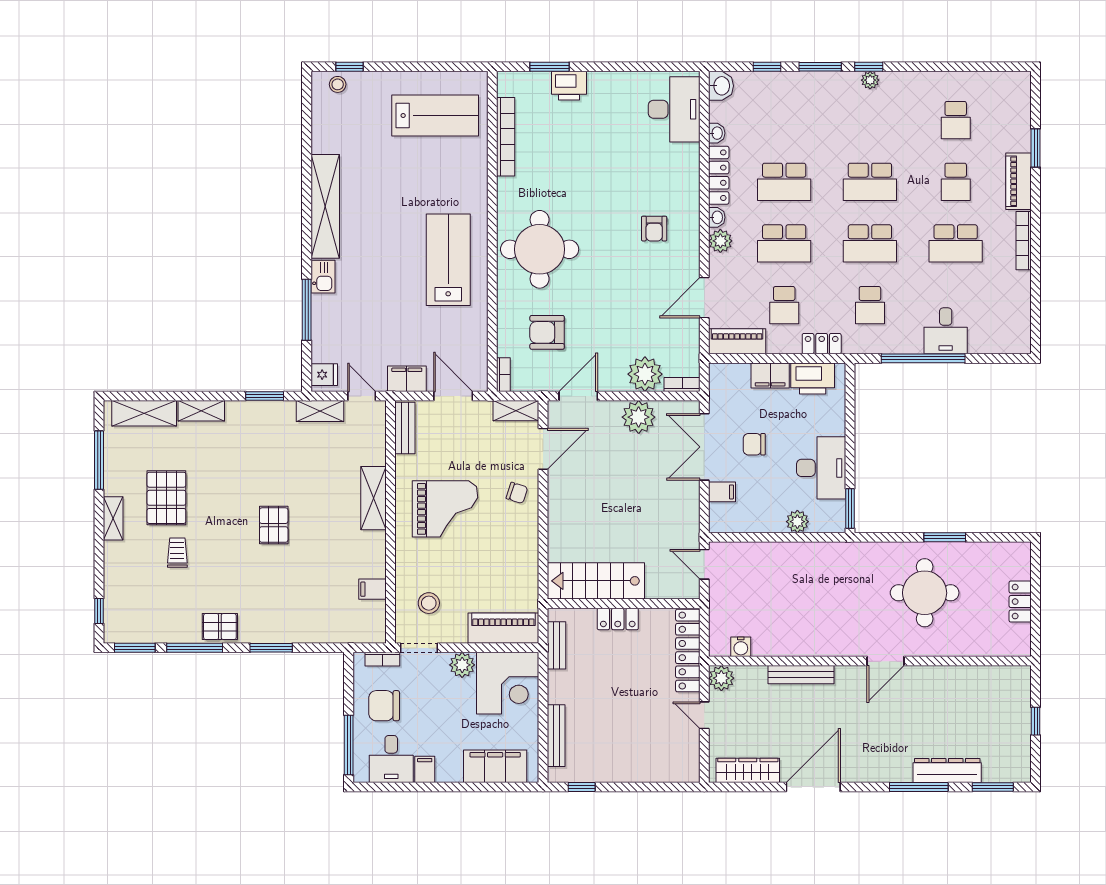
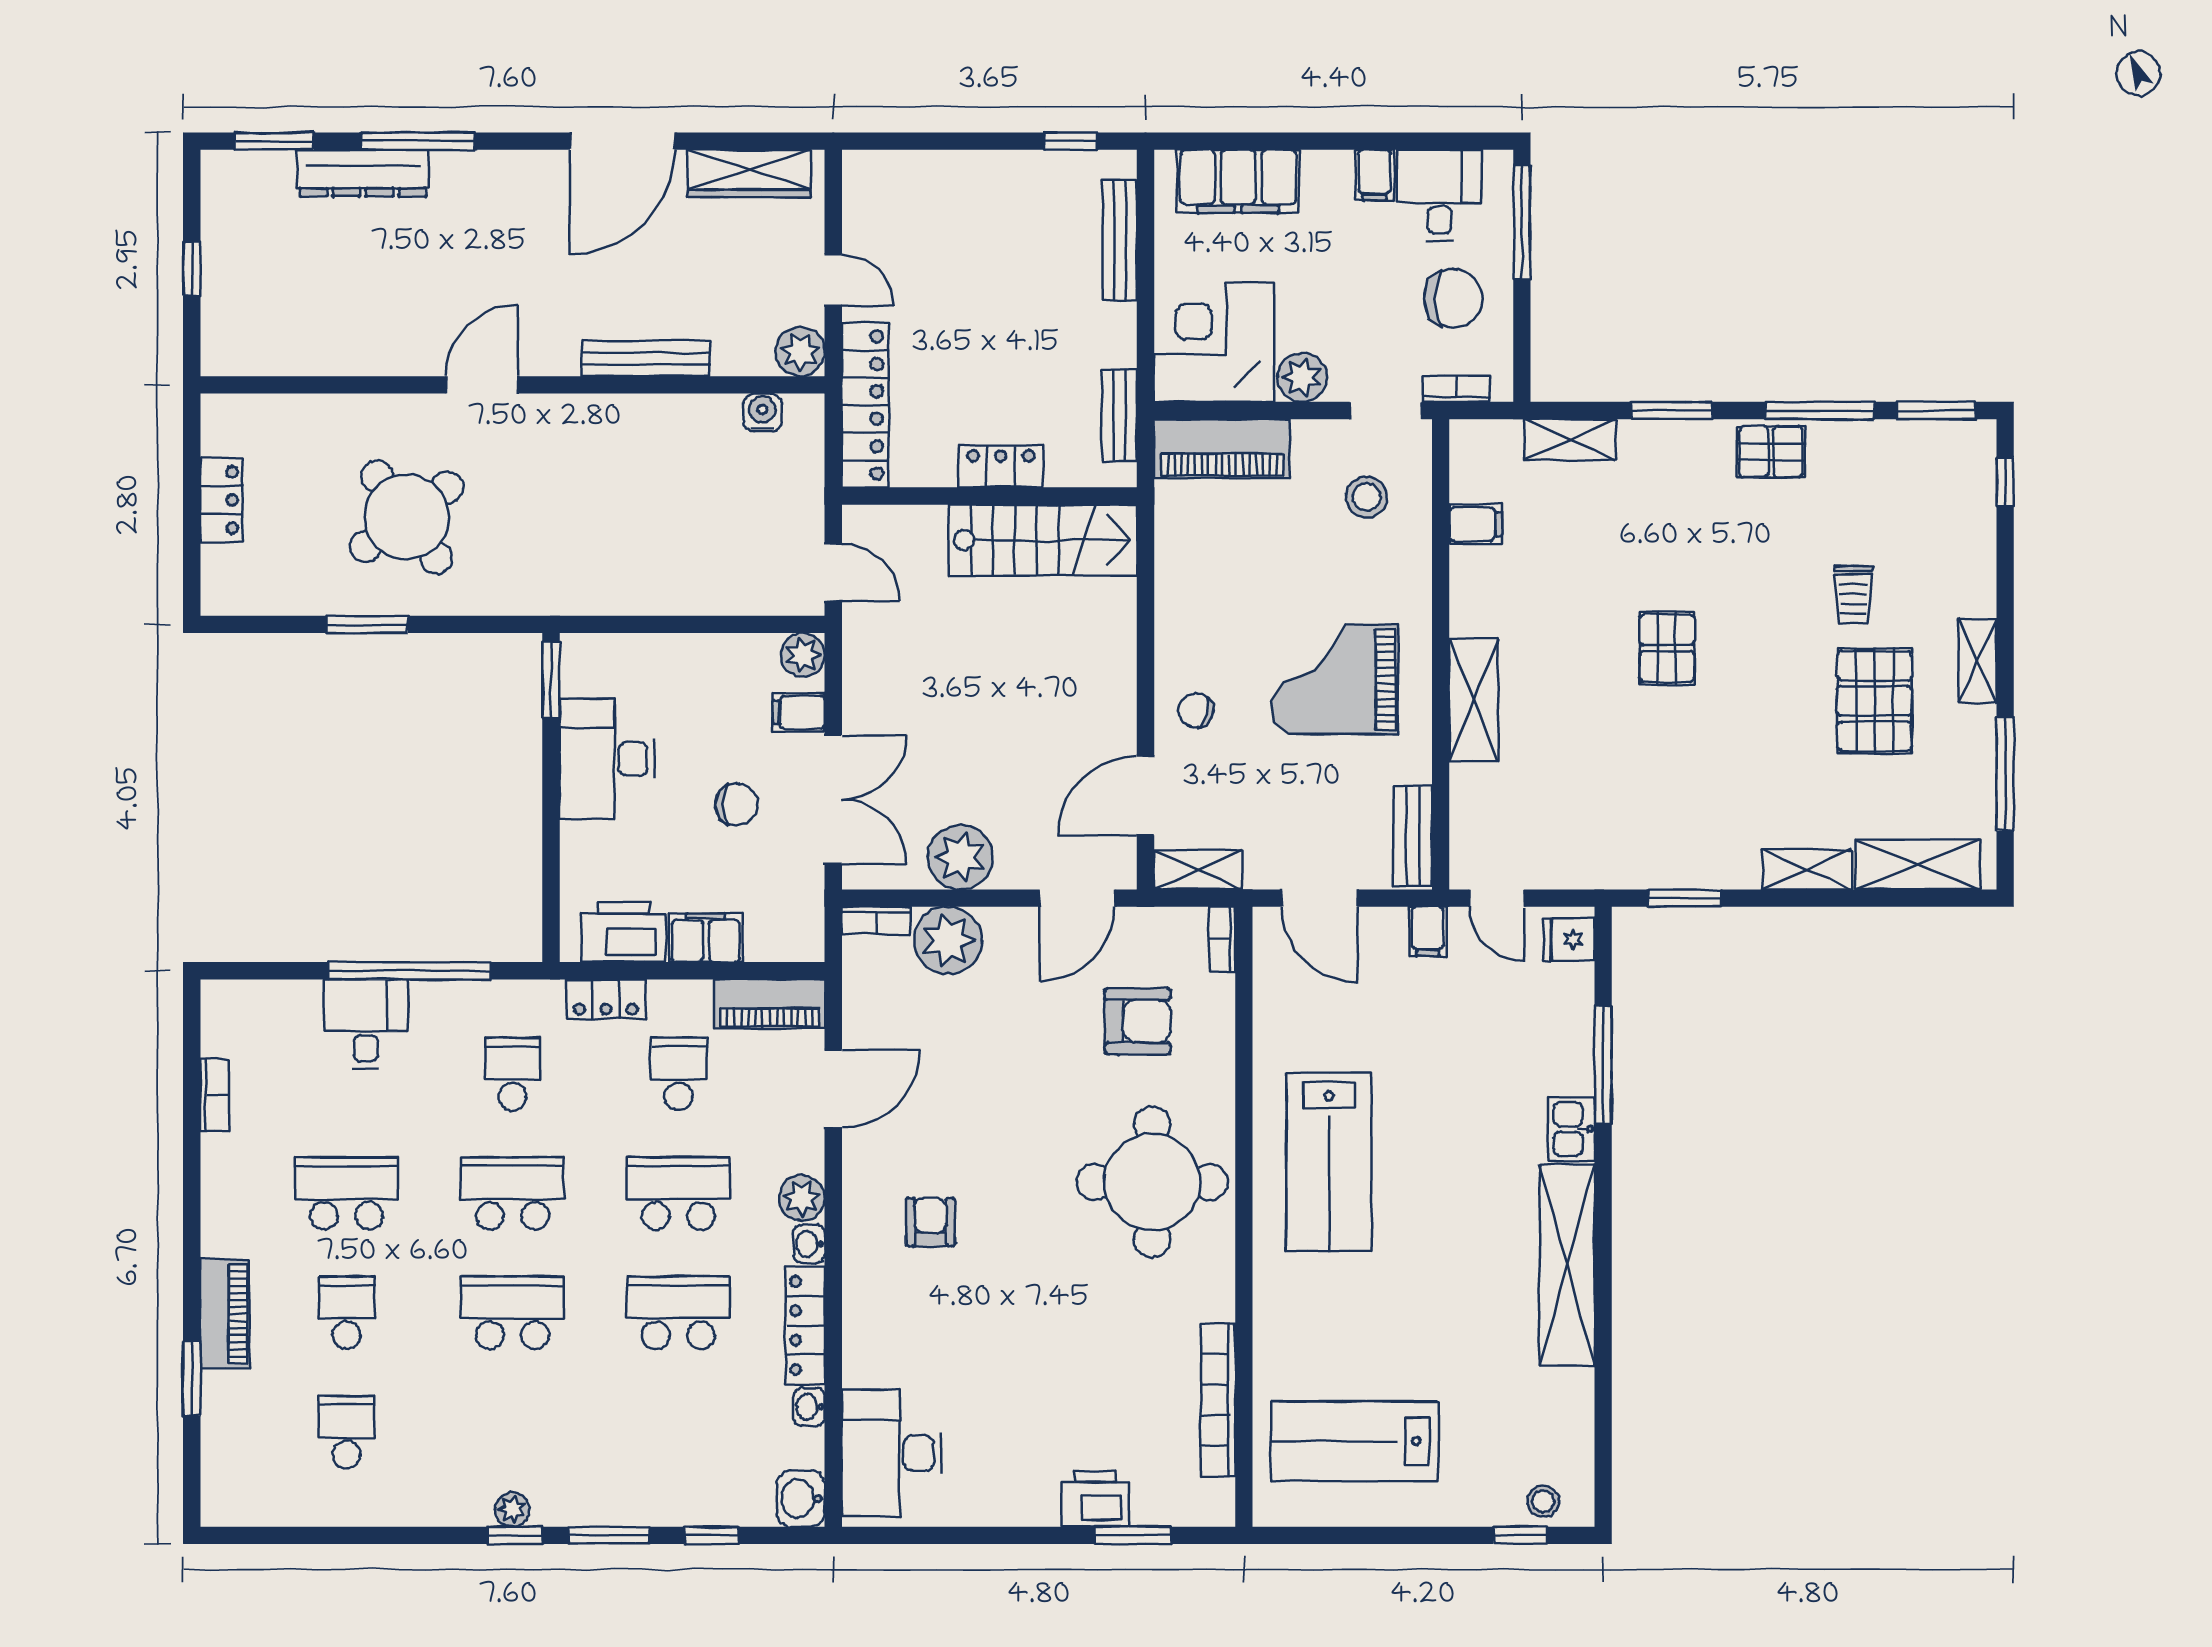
bookcase: (1024, 241) -> (215, 1095), moved, width x0.64
filing cabinet: (407, 379) -> (1428, 931), width x0.50
shelving: (320, 411) -> (1570, 440), moved
plant: (797, 522) -> (803, 655), moved
round table: (925, 593) -> (407, 517), turned -36

